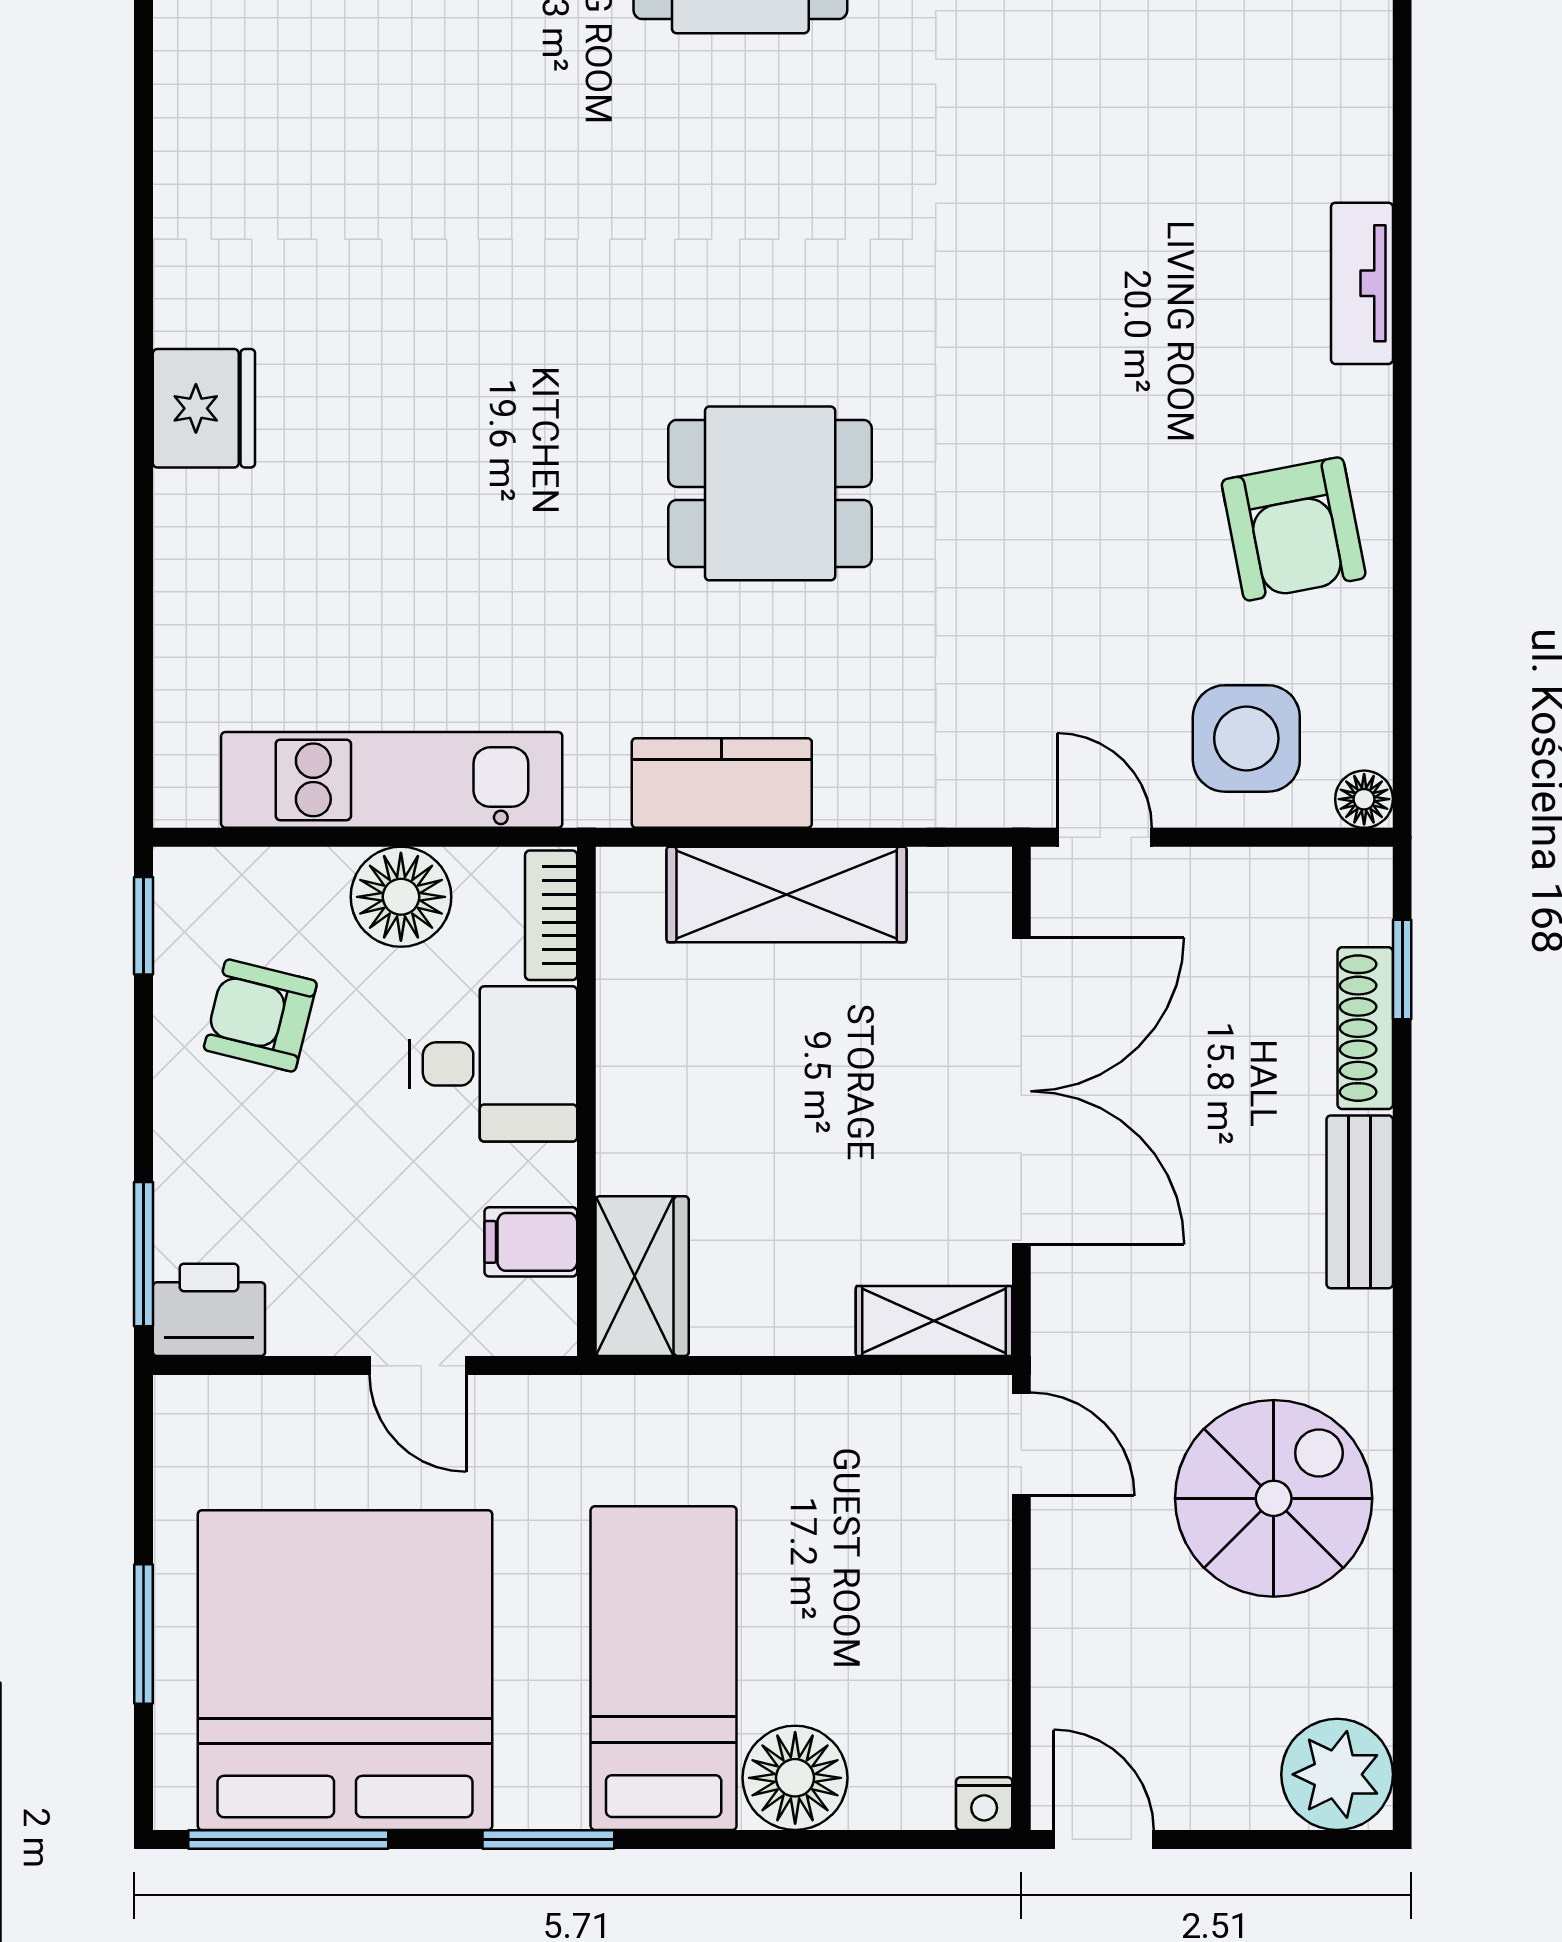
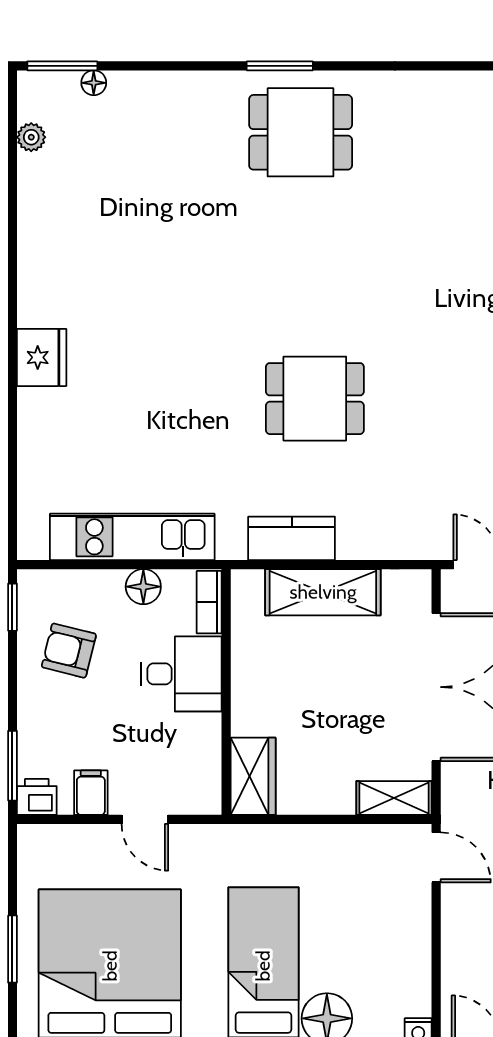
floor lamp: (401, 897) -> (143, 587), width x0.73, depth x0.73
filing cabinet: (531, 1242) -> (91, 793), moved, turned 90
printer: (209, 1310) -> (37, 797), width x0.73, depth x0.81

